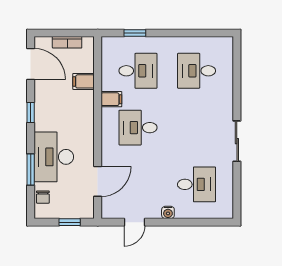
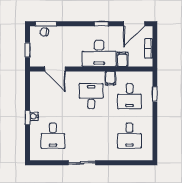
desk: (197, 71) -> (129, 136), turned 180
desk: (54, 157) -> (99, 53), moved, turned 180
window: (31, 169) -> (46, 24), moved
door: (134, 222) -> (27, 94), removed
window: (170, 222) -> (27, 118), added

